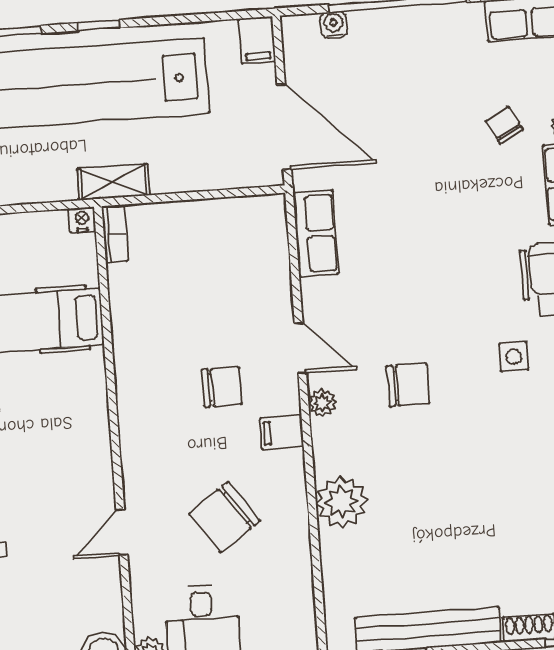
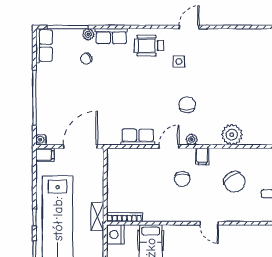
water cooler: (334, 25) -> (41, 140), moved
nightstand: (82, 220) -> (115, 235), width x1.89, depth x1.79
row of seats: (316, 233) -> (138, 137), moved
bookcase: (115, 234) -> (124, 217), width x1.56
chair: (222, 387) -> (182, 179), turned 180
door: (122, 532) -> (209, 223), moved

